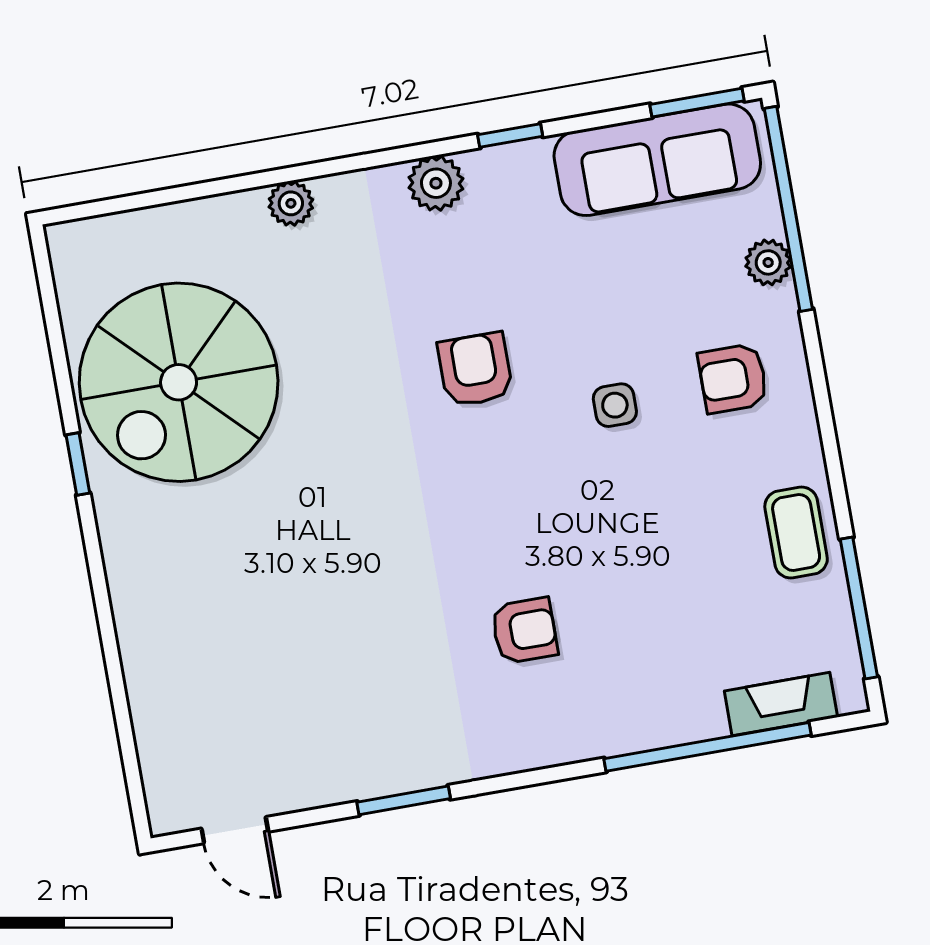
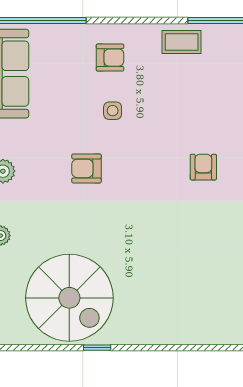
plant: (768, 262) -> (63, 33), removed
armchair: (733, 378) -> (110, 58), turned -90

